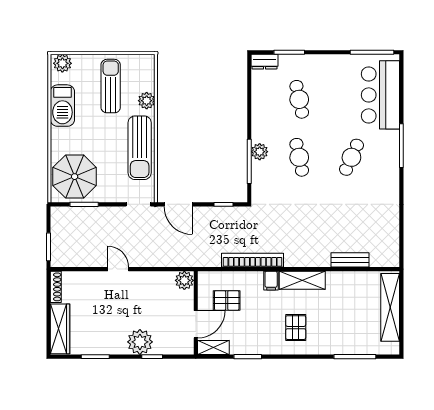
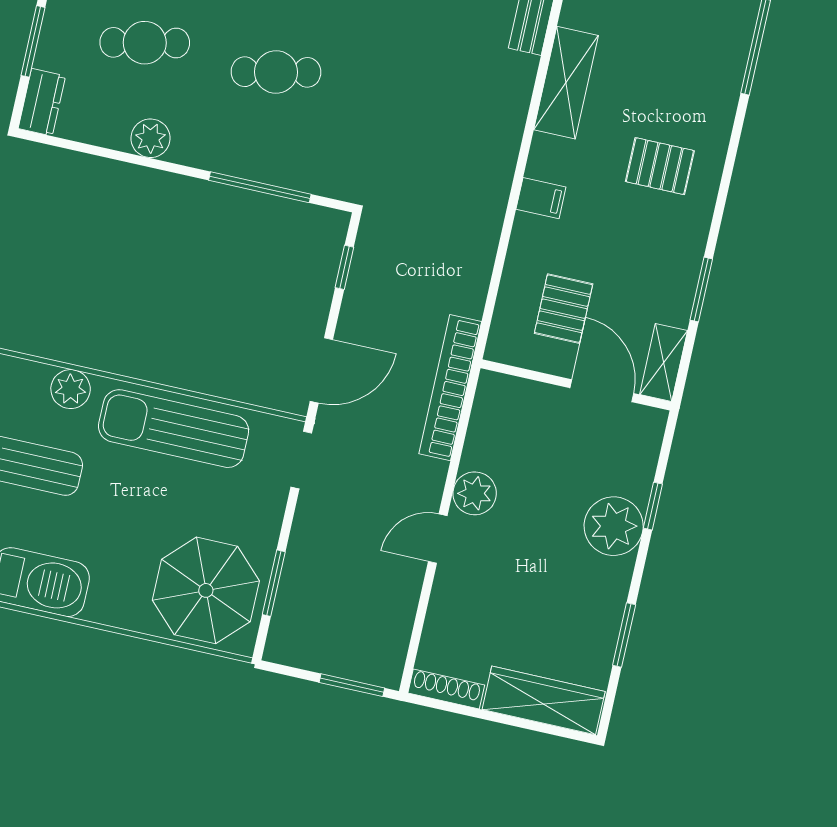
sun lounger: (140, 148) -> (174, 429), turned 180
plant: (260, 152) -> (151, 138), moved
bookcase: (253, 260) -> (450, 388), moved
plant: (184, 280) -> (475, 493), moved
shelving: (302, 280) -> (566, 83), moved

